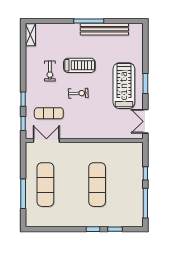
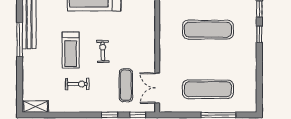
treadmill: (79, 65) -> (71, 50), turned 180

